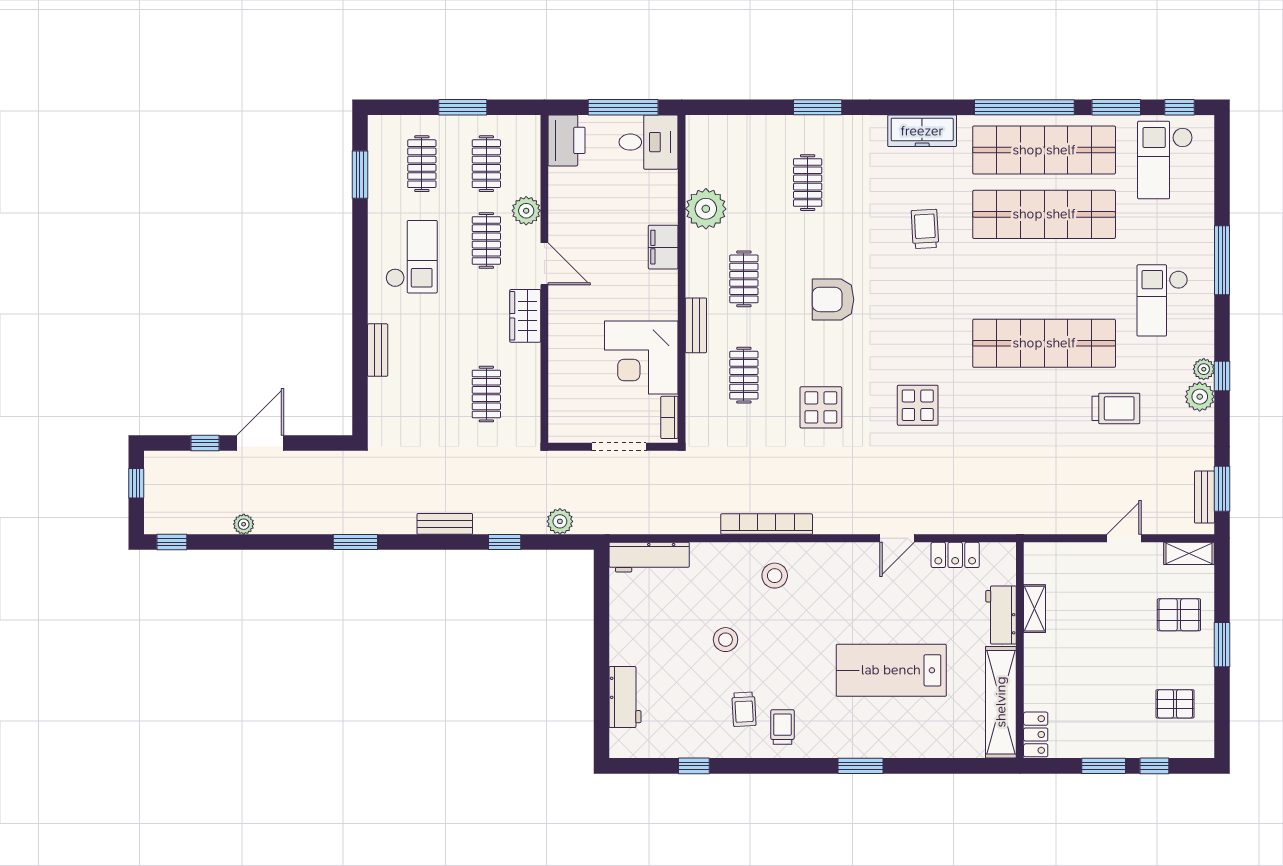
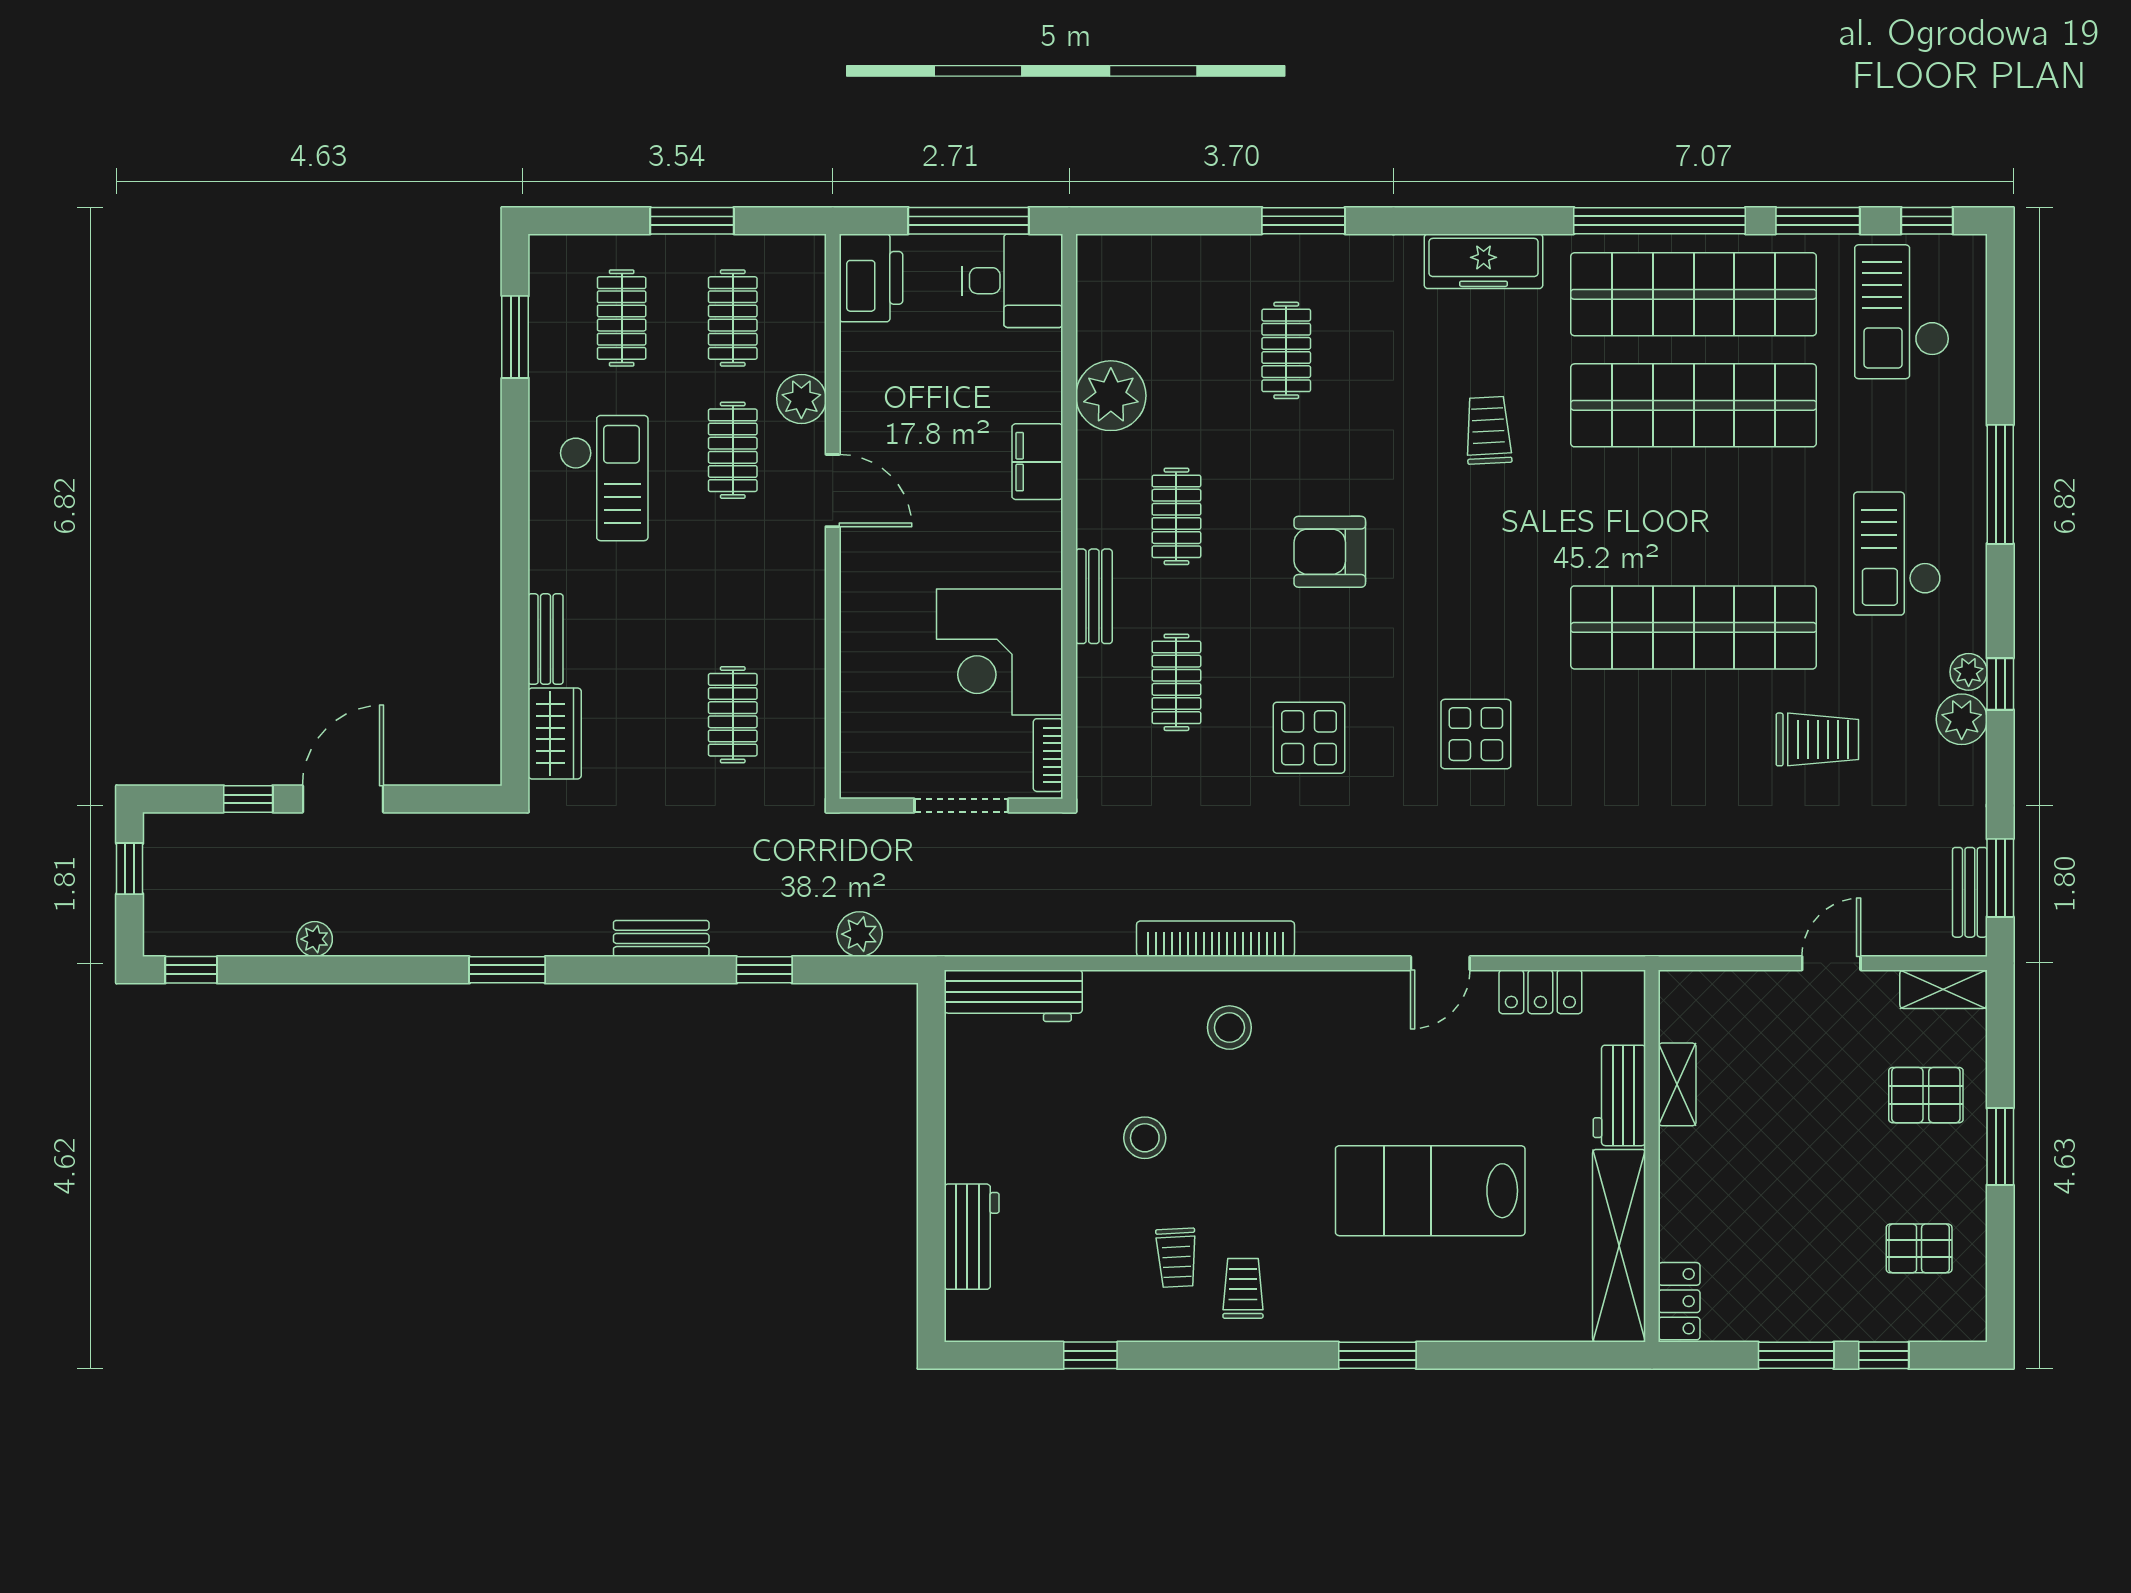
wardrobe: (525, 316) -> (555, 733), moved, turned 180

